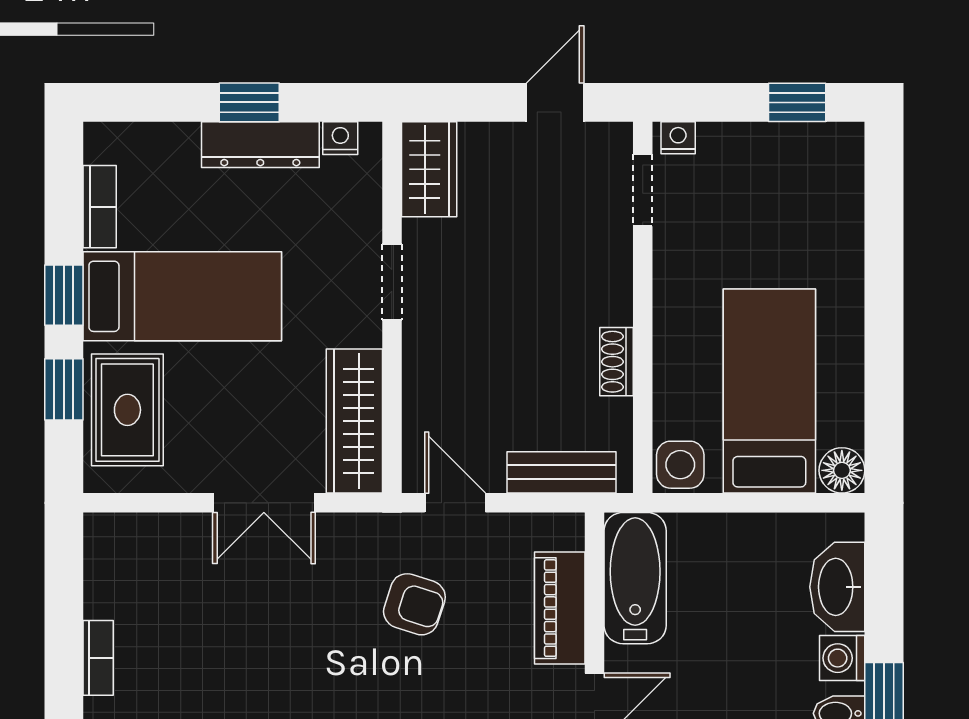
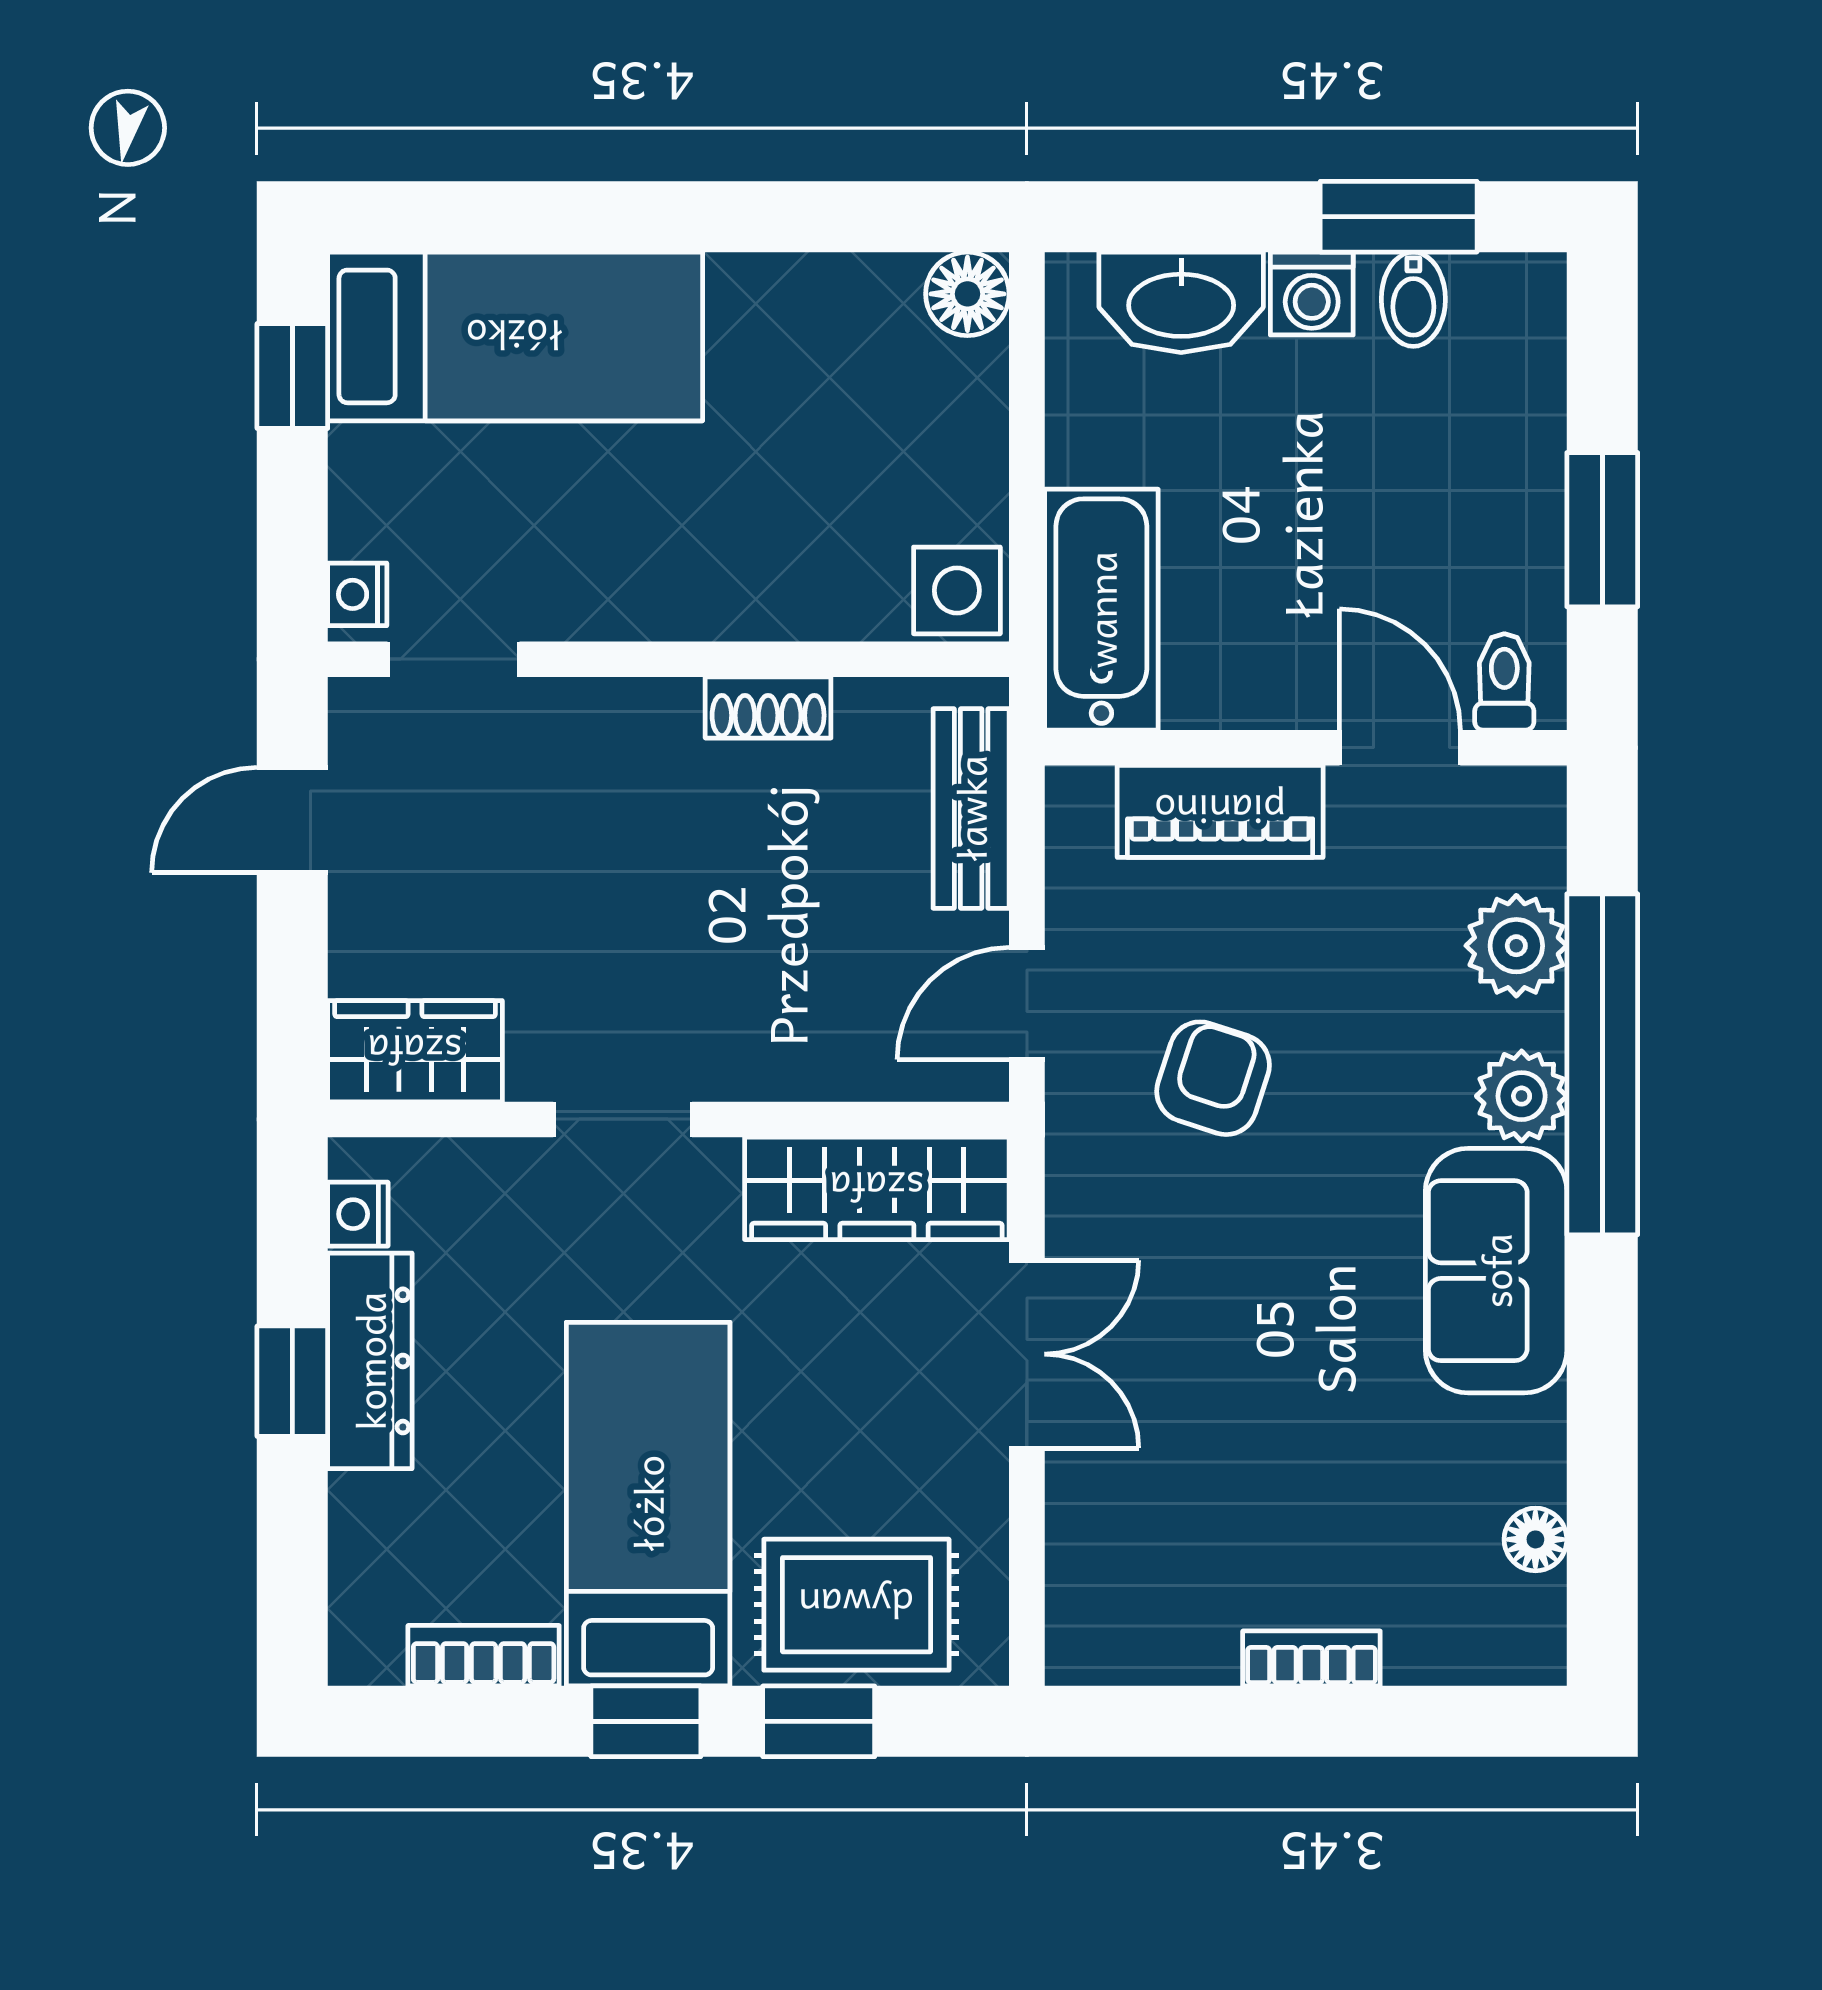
door: (555, 102) -> (292, 820), hinge flipped
bed: (769, 391) -> (515, 336), moved, turned 180
bathtub: (635, 578) -> (1101, 610), moved, turned 90

